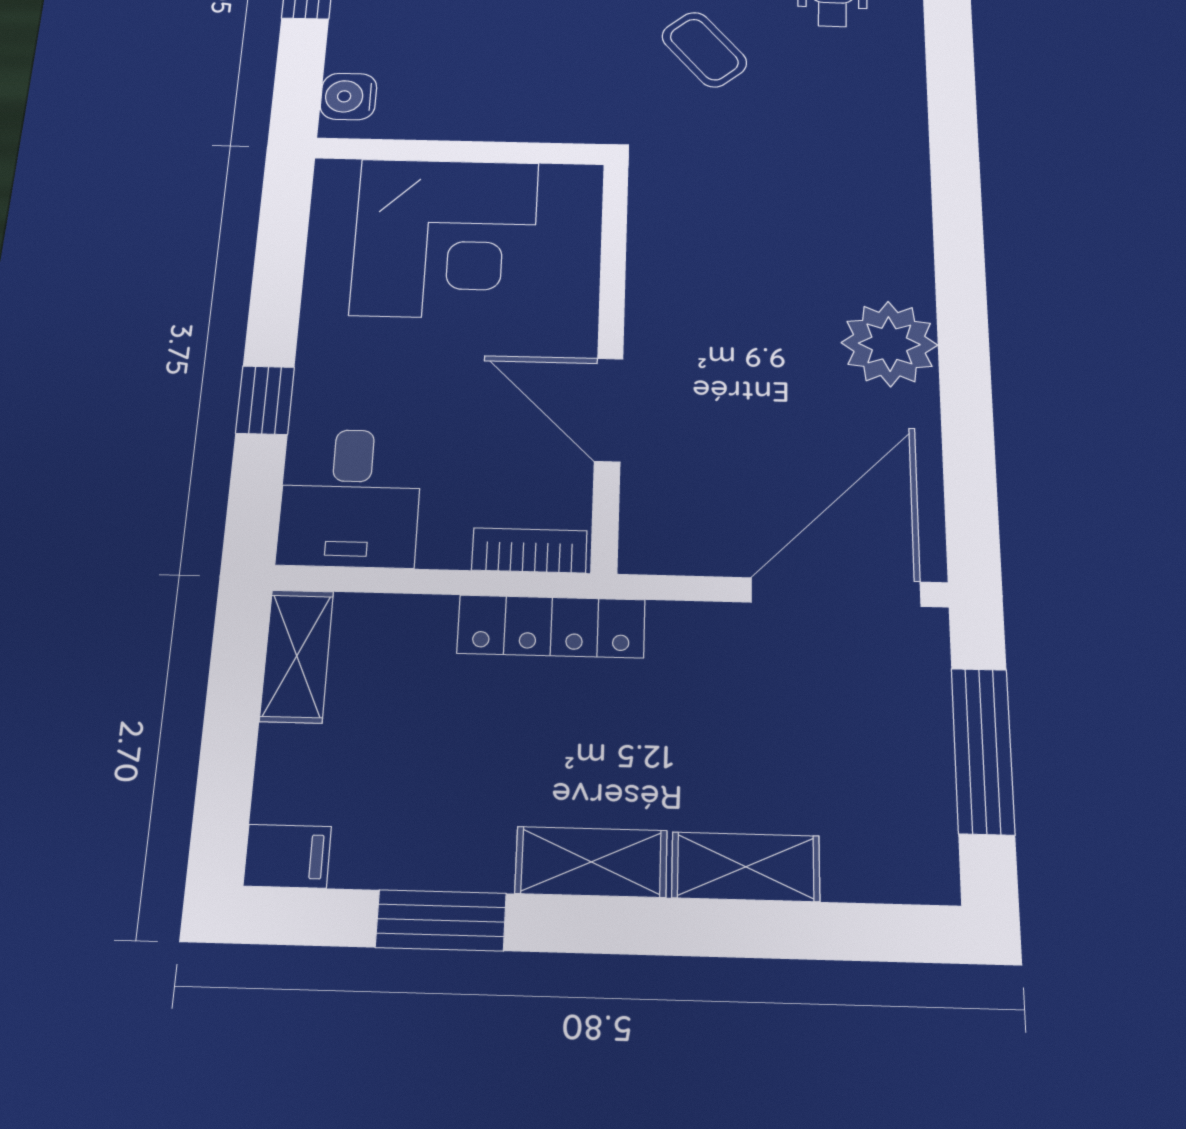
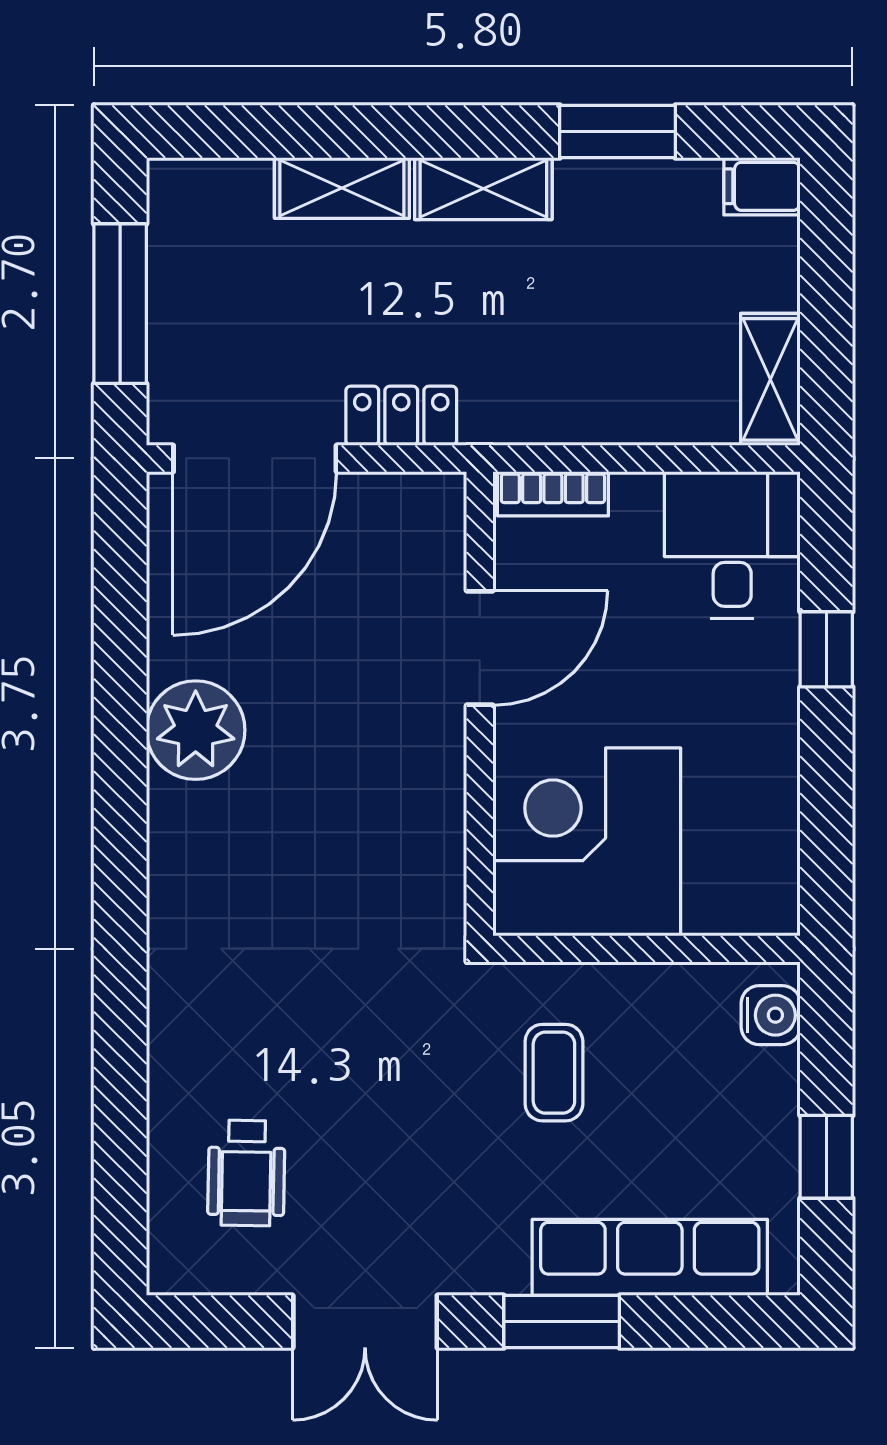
coffee table: (704, 50) -> (554, 1073), moved, turned 40
corner desk: (445, 238) -> (587, 842), moved
door: (609, 410) -> (480, 648), hinge flipped
locker: (551, 626) -> (401, 416), moved, width x0.66

